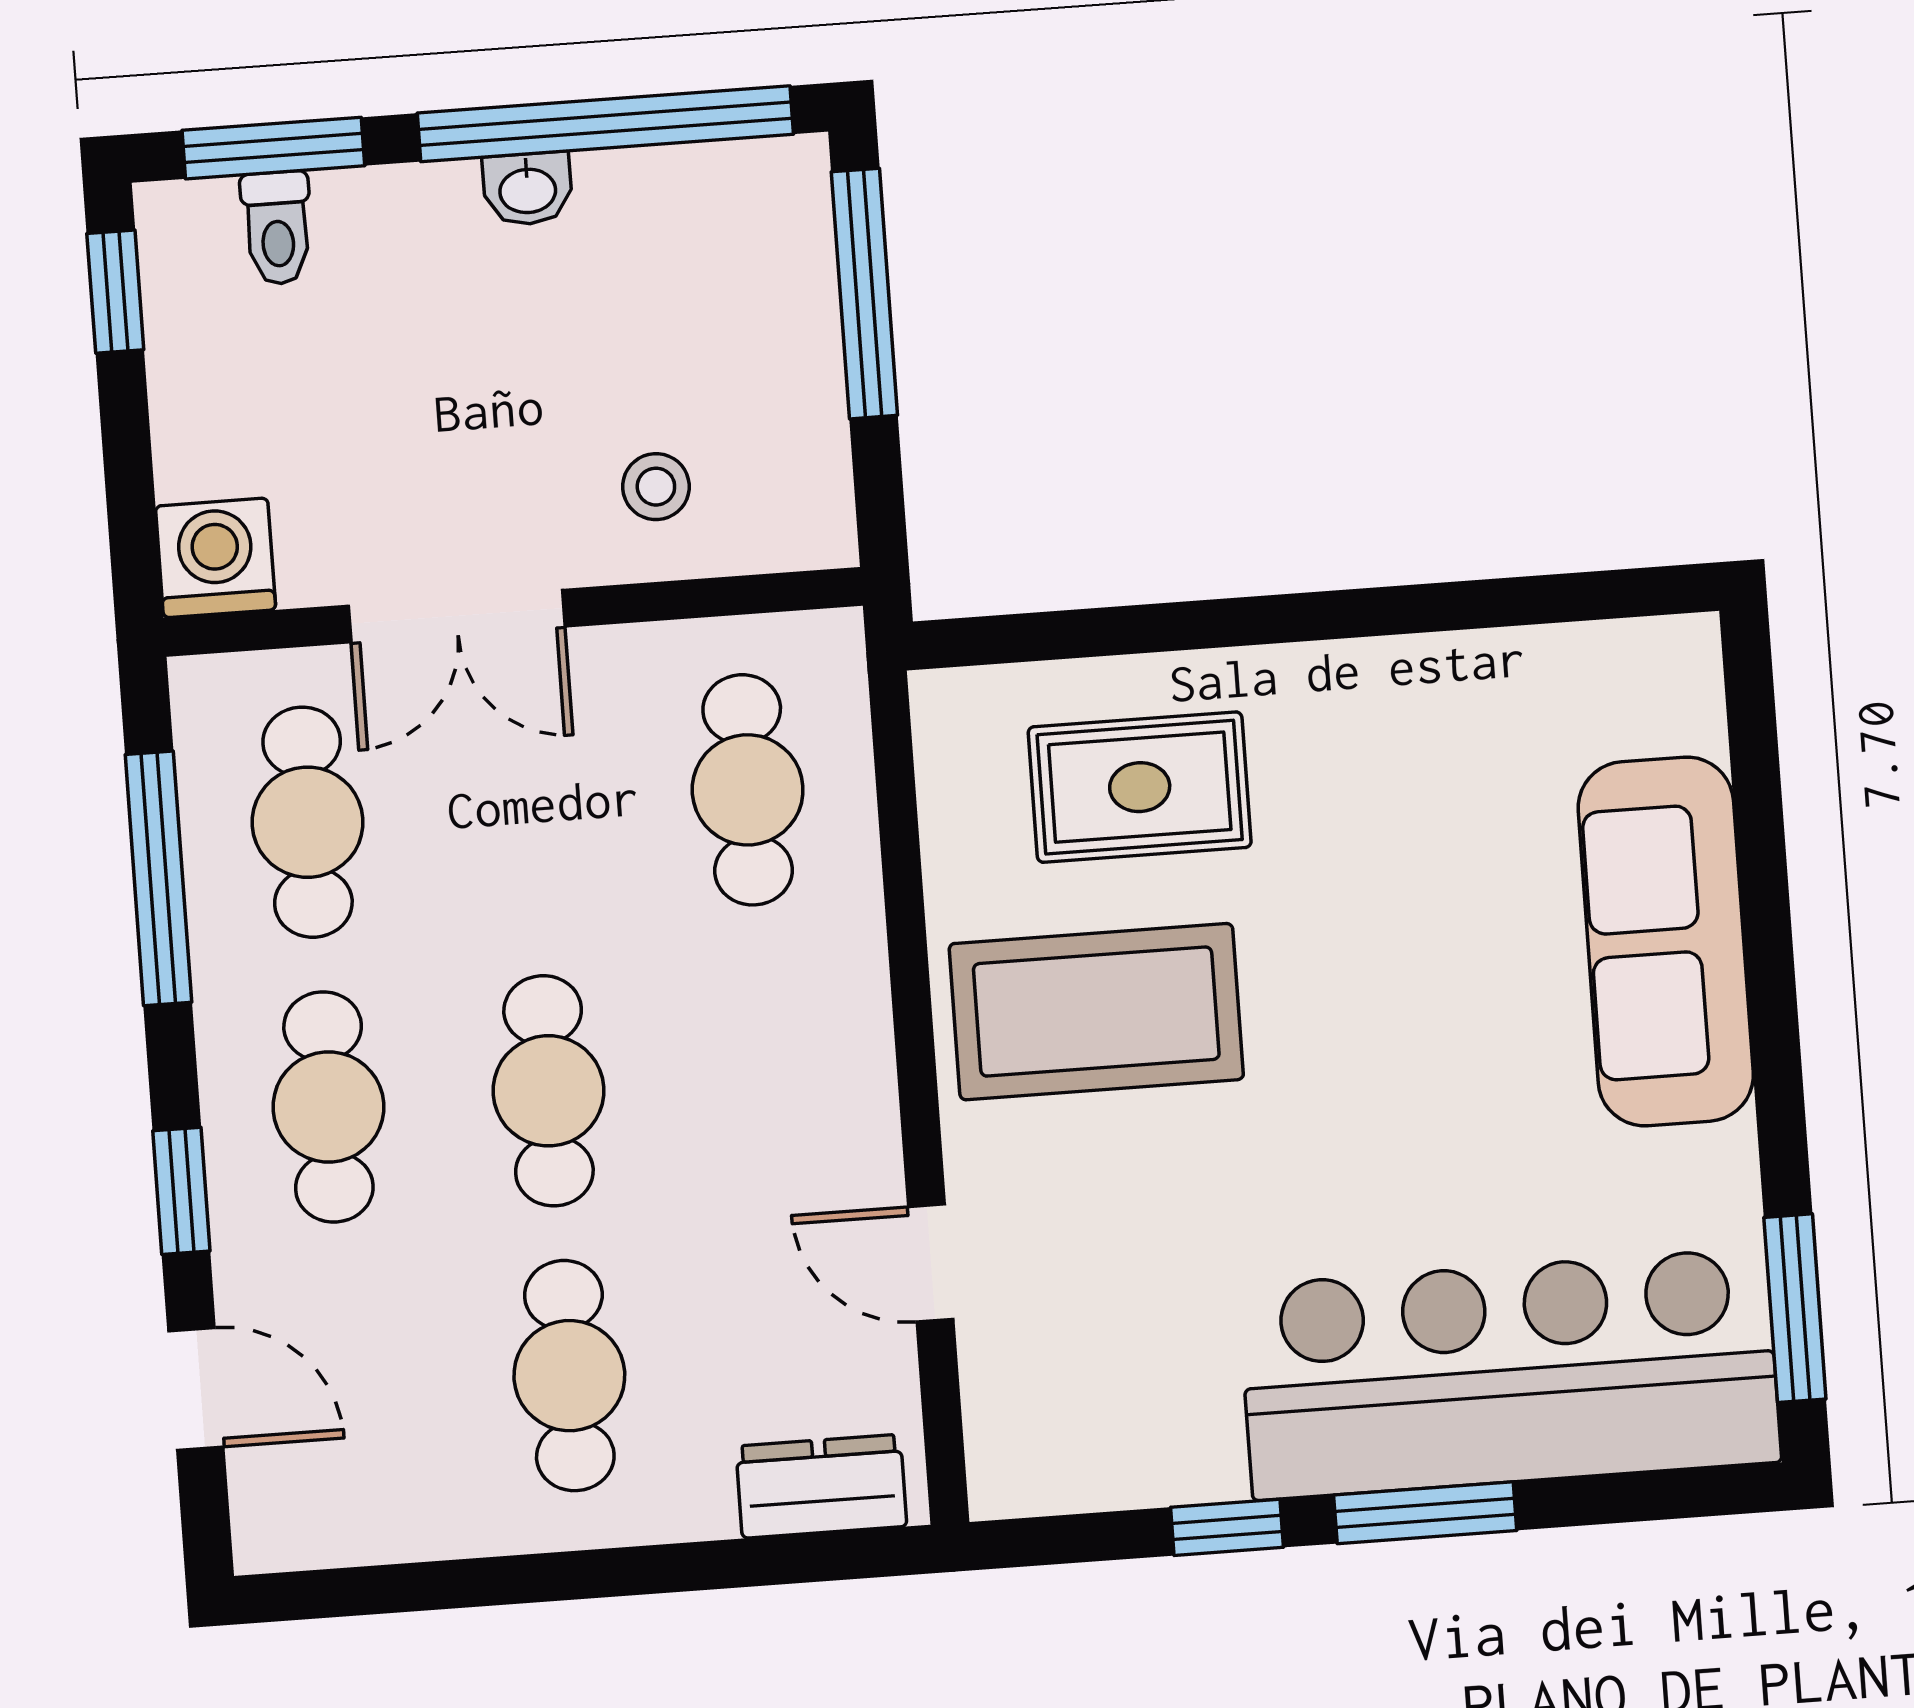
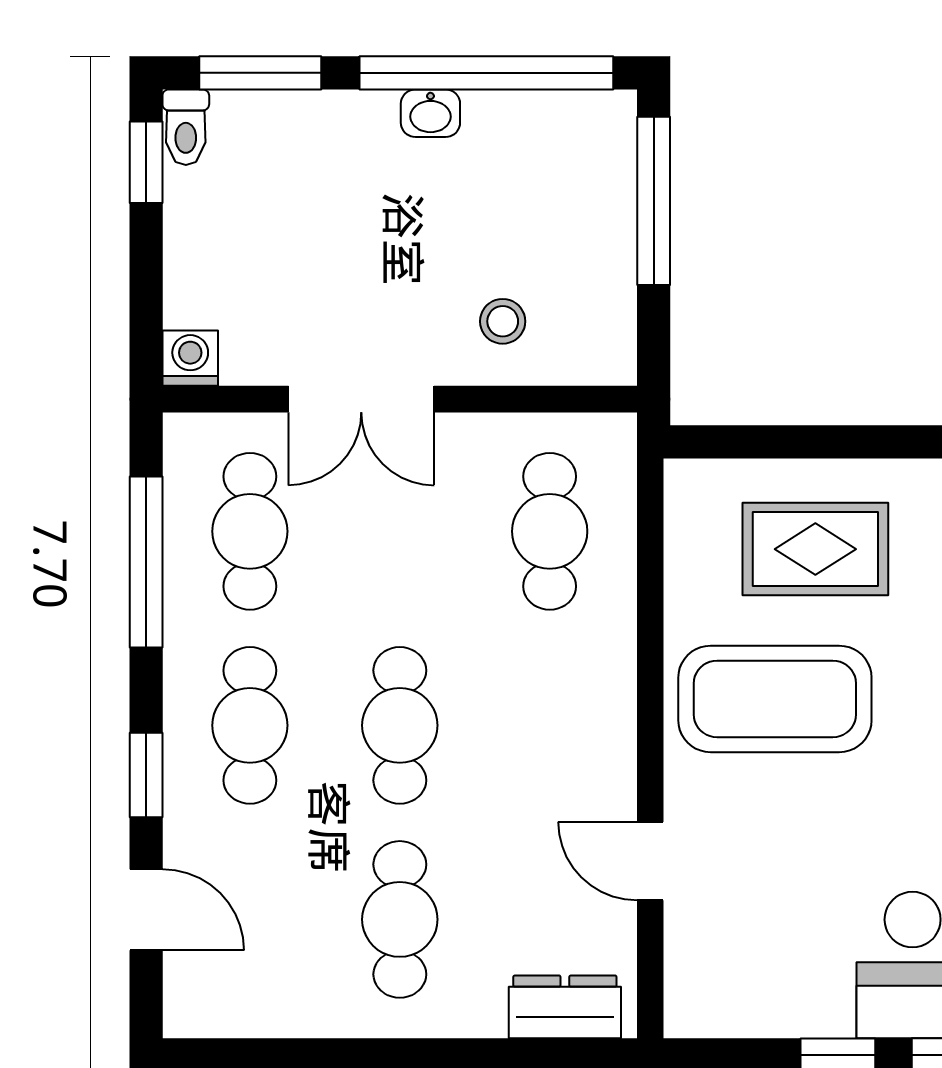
toilet: (277, 228) -> (186, 127), moved
washing machine: (216, 558) -> (190, 358), width x0.73, depth x0.73

